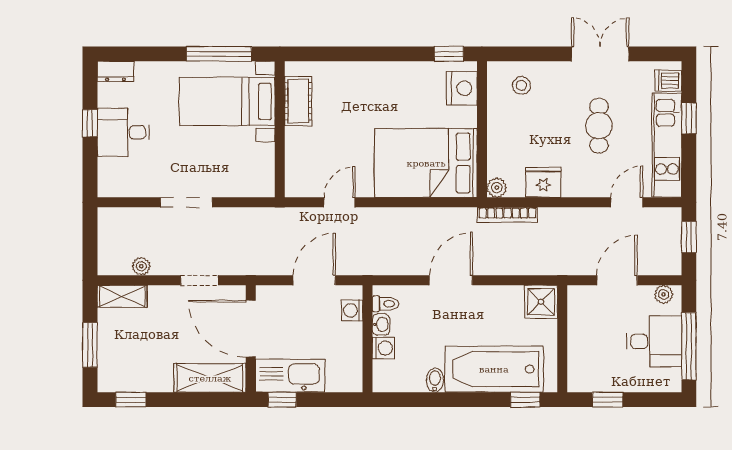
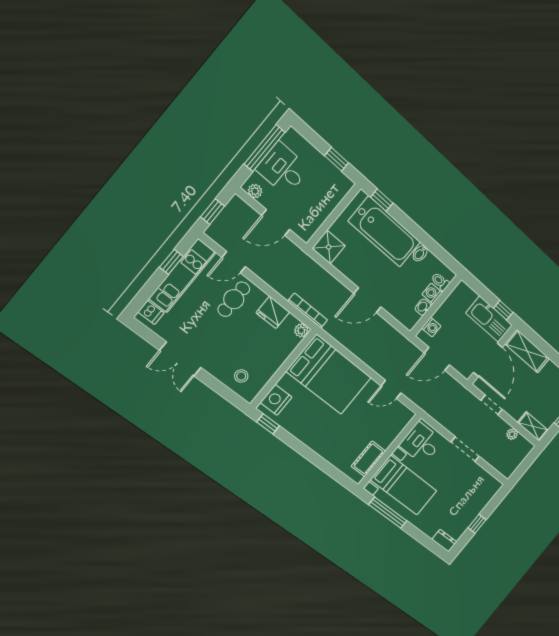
window: (689, 118) -> (171, 262), moved
cafe table: (599, 126) -> (234, 299), moved
desk: (123, 132) -> (421, 443), moved, turned 180
toilet: (385, 304) -> (440, 281), moved

